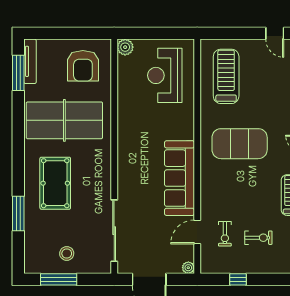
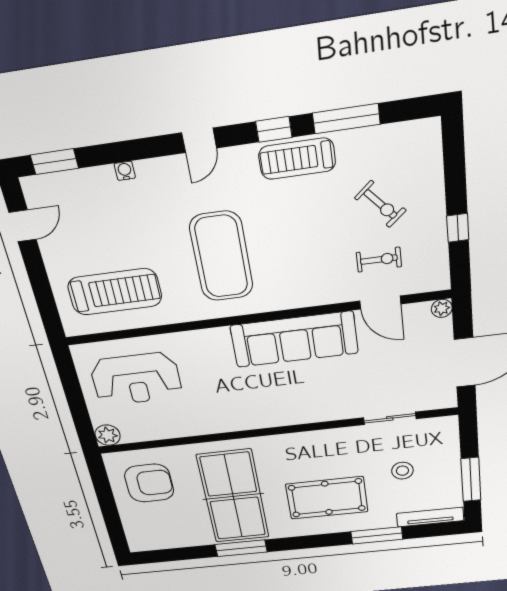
tv unit: (30, 61) -> (430, 517), moved
window: (18, 73) -> (241, 548), moved
treadmill: (226, 76) -> (115, 292), turned 180
sliding door: (114, 231) -> (390, 418), width x0.54
exercise bike: (258, 238) -> (380, 204), turned 139
stool: (67, 253) -> (402, 471), moved

